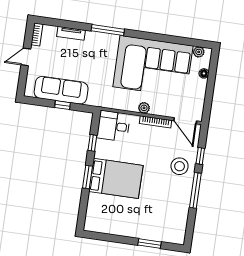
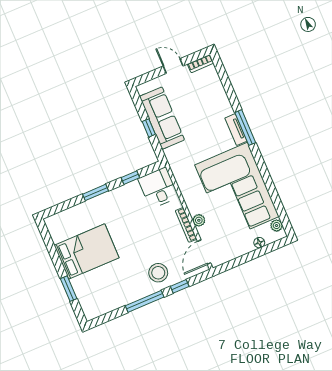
tv unit: (71, 33) -> (236, 130), moved
plant: (144, 108) -> (199, 220), moved
bed: (116, 178) -> (87, 251), moved, turned -90

